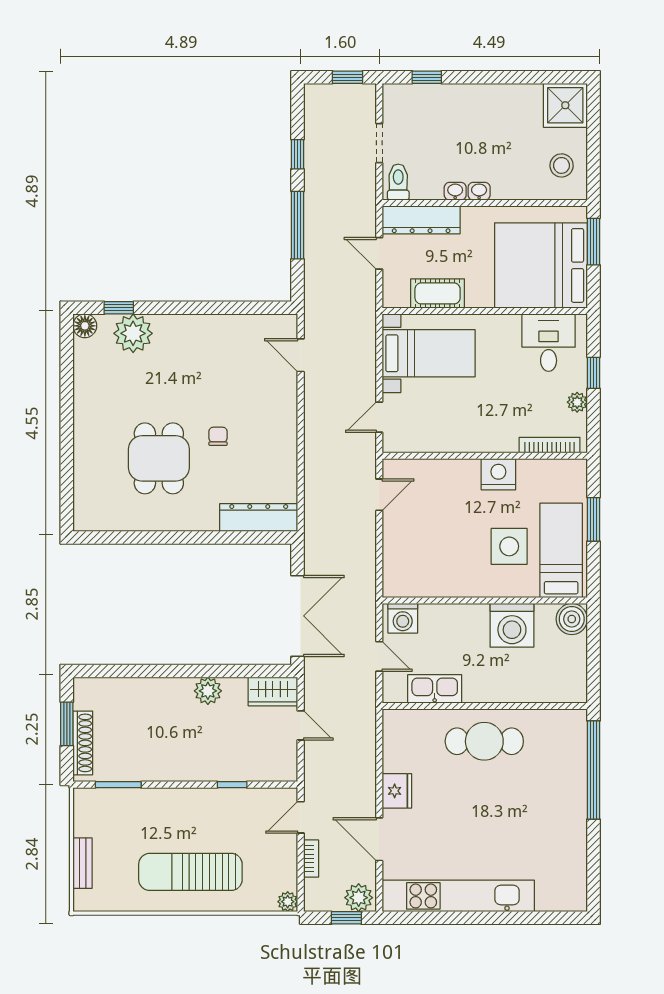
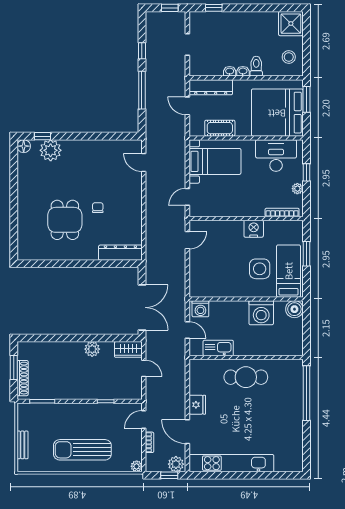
toilet: (398, 182) -> (256, 66), moved
desk: (549, 343) -> (276, 156), width x1.37

